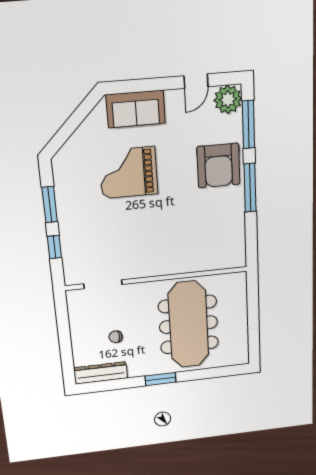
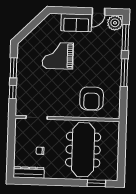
sofa: (136, 109) -> (76, 23), moved
armchair: (218, 166) -> (92, 99), moved
window: (160, 379) -> (96, 183), moved

